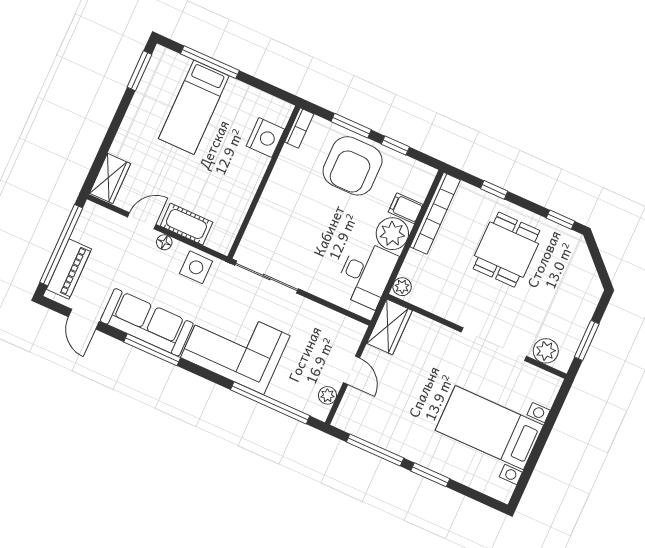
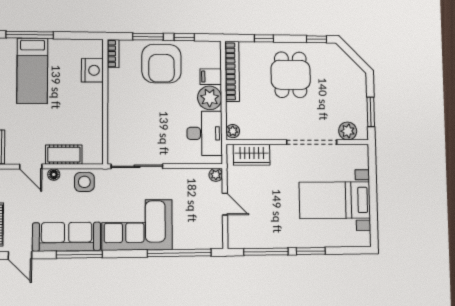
door: (142, 221) -> (31, 167), swing flipped
wardrobe: (389, 327) -> (252, 155), moved, turned 90
plant: (327, 395) -> (216, 175), moved

